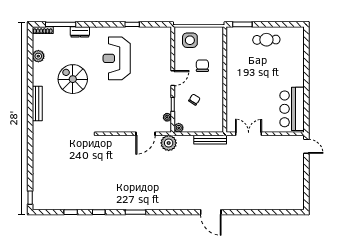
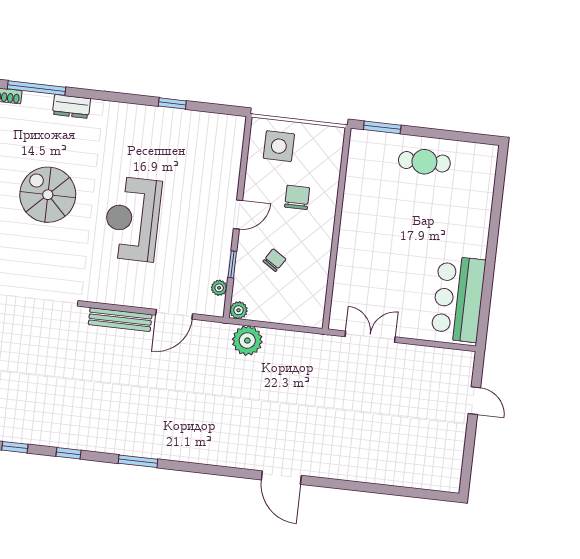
reception desk: (117, 58) -> (132, 219), moved
bench: (210, 140) -> (120, 320), moved
plant: (169, 143) -> (247, 341), moved
door: (306, 146) -> (474, 401), moved

